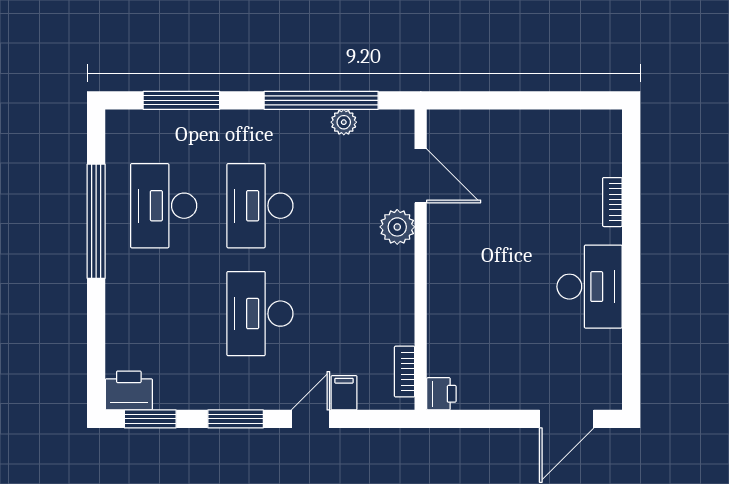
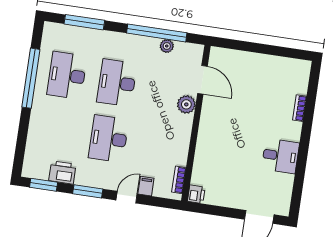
desk: (590, 287) -> (280, 156), width x0.73
printer: (129, 390) -> (62, 172), moved

